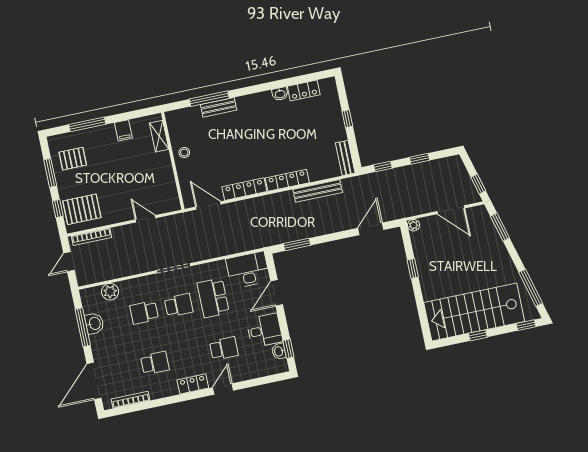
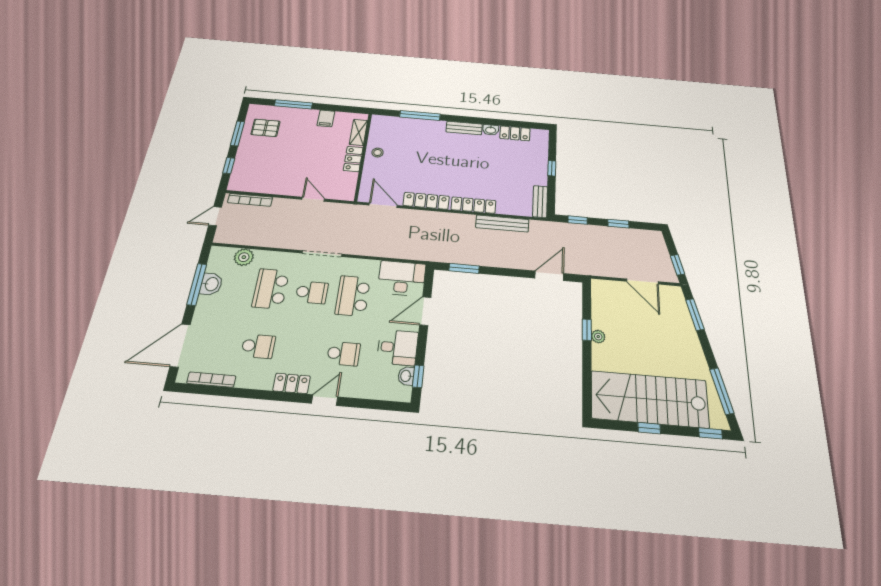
bench: (219, 107) -> (464, 128), moved
locker: (165, 166) -> (353, 159), added
pallet: (82, 209) -> (253, 173), removed
plant: (413, 225) -> (598, 337), moved
school desk: (144, 312) -> (271, 289), width x1.85

